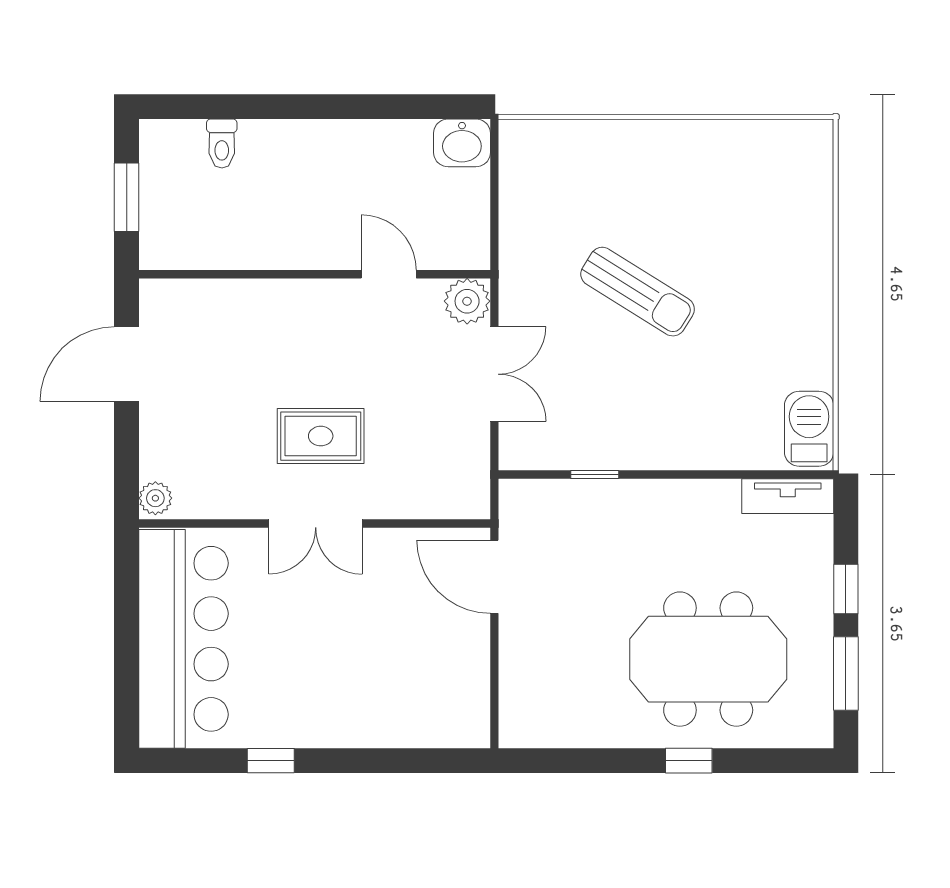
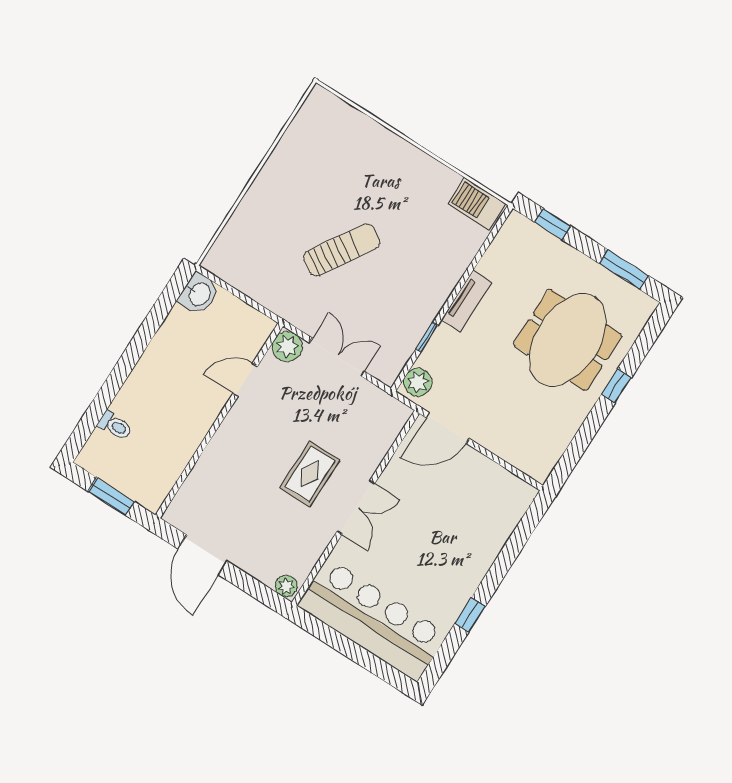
tv unit: (788, 496) -> (467, 301), moved
plant: (529, 500) -> (418, 382), added
window: (846, 589) -> (553, 224), moved

